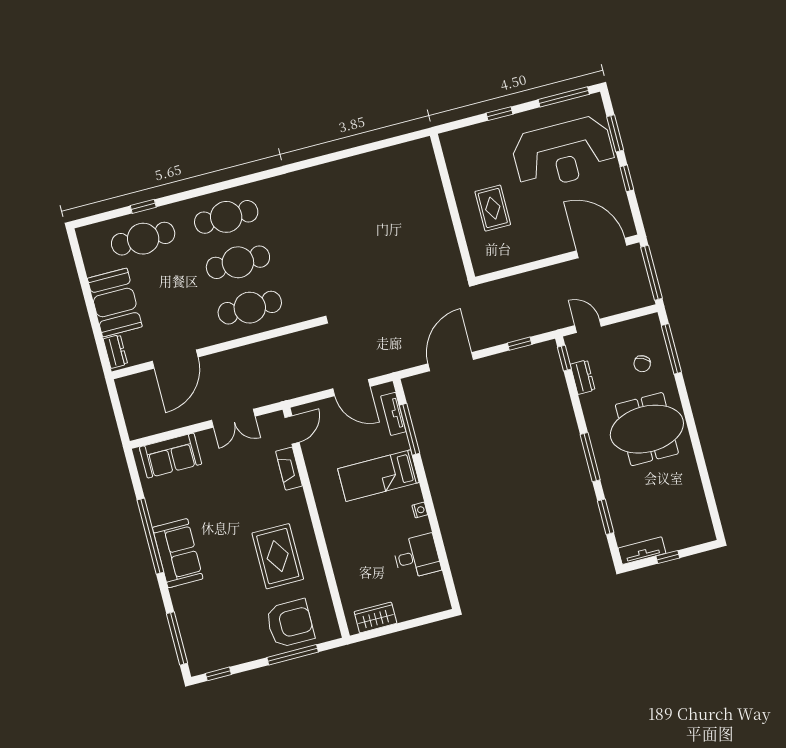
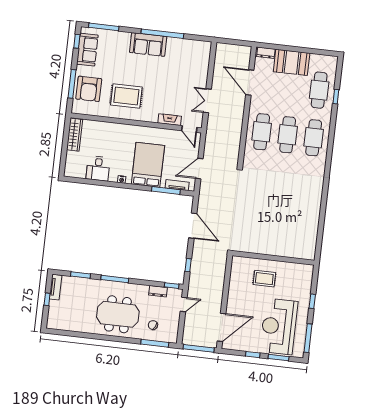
meeting table: (647, 429) -> (118, 314), turned 90
sofa: (171, 456) -> (87, 50), moved, turned 180
bed: (378, 476) -> (148, 165), width x1.50
wardrobe: (375, 617) -> (75, 135), width x1.50

